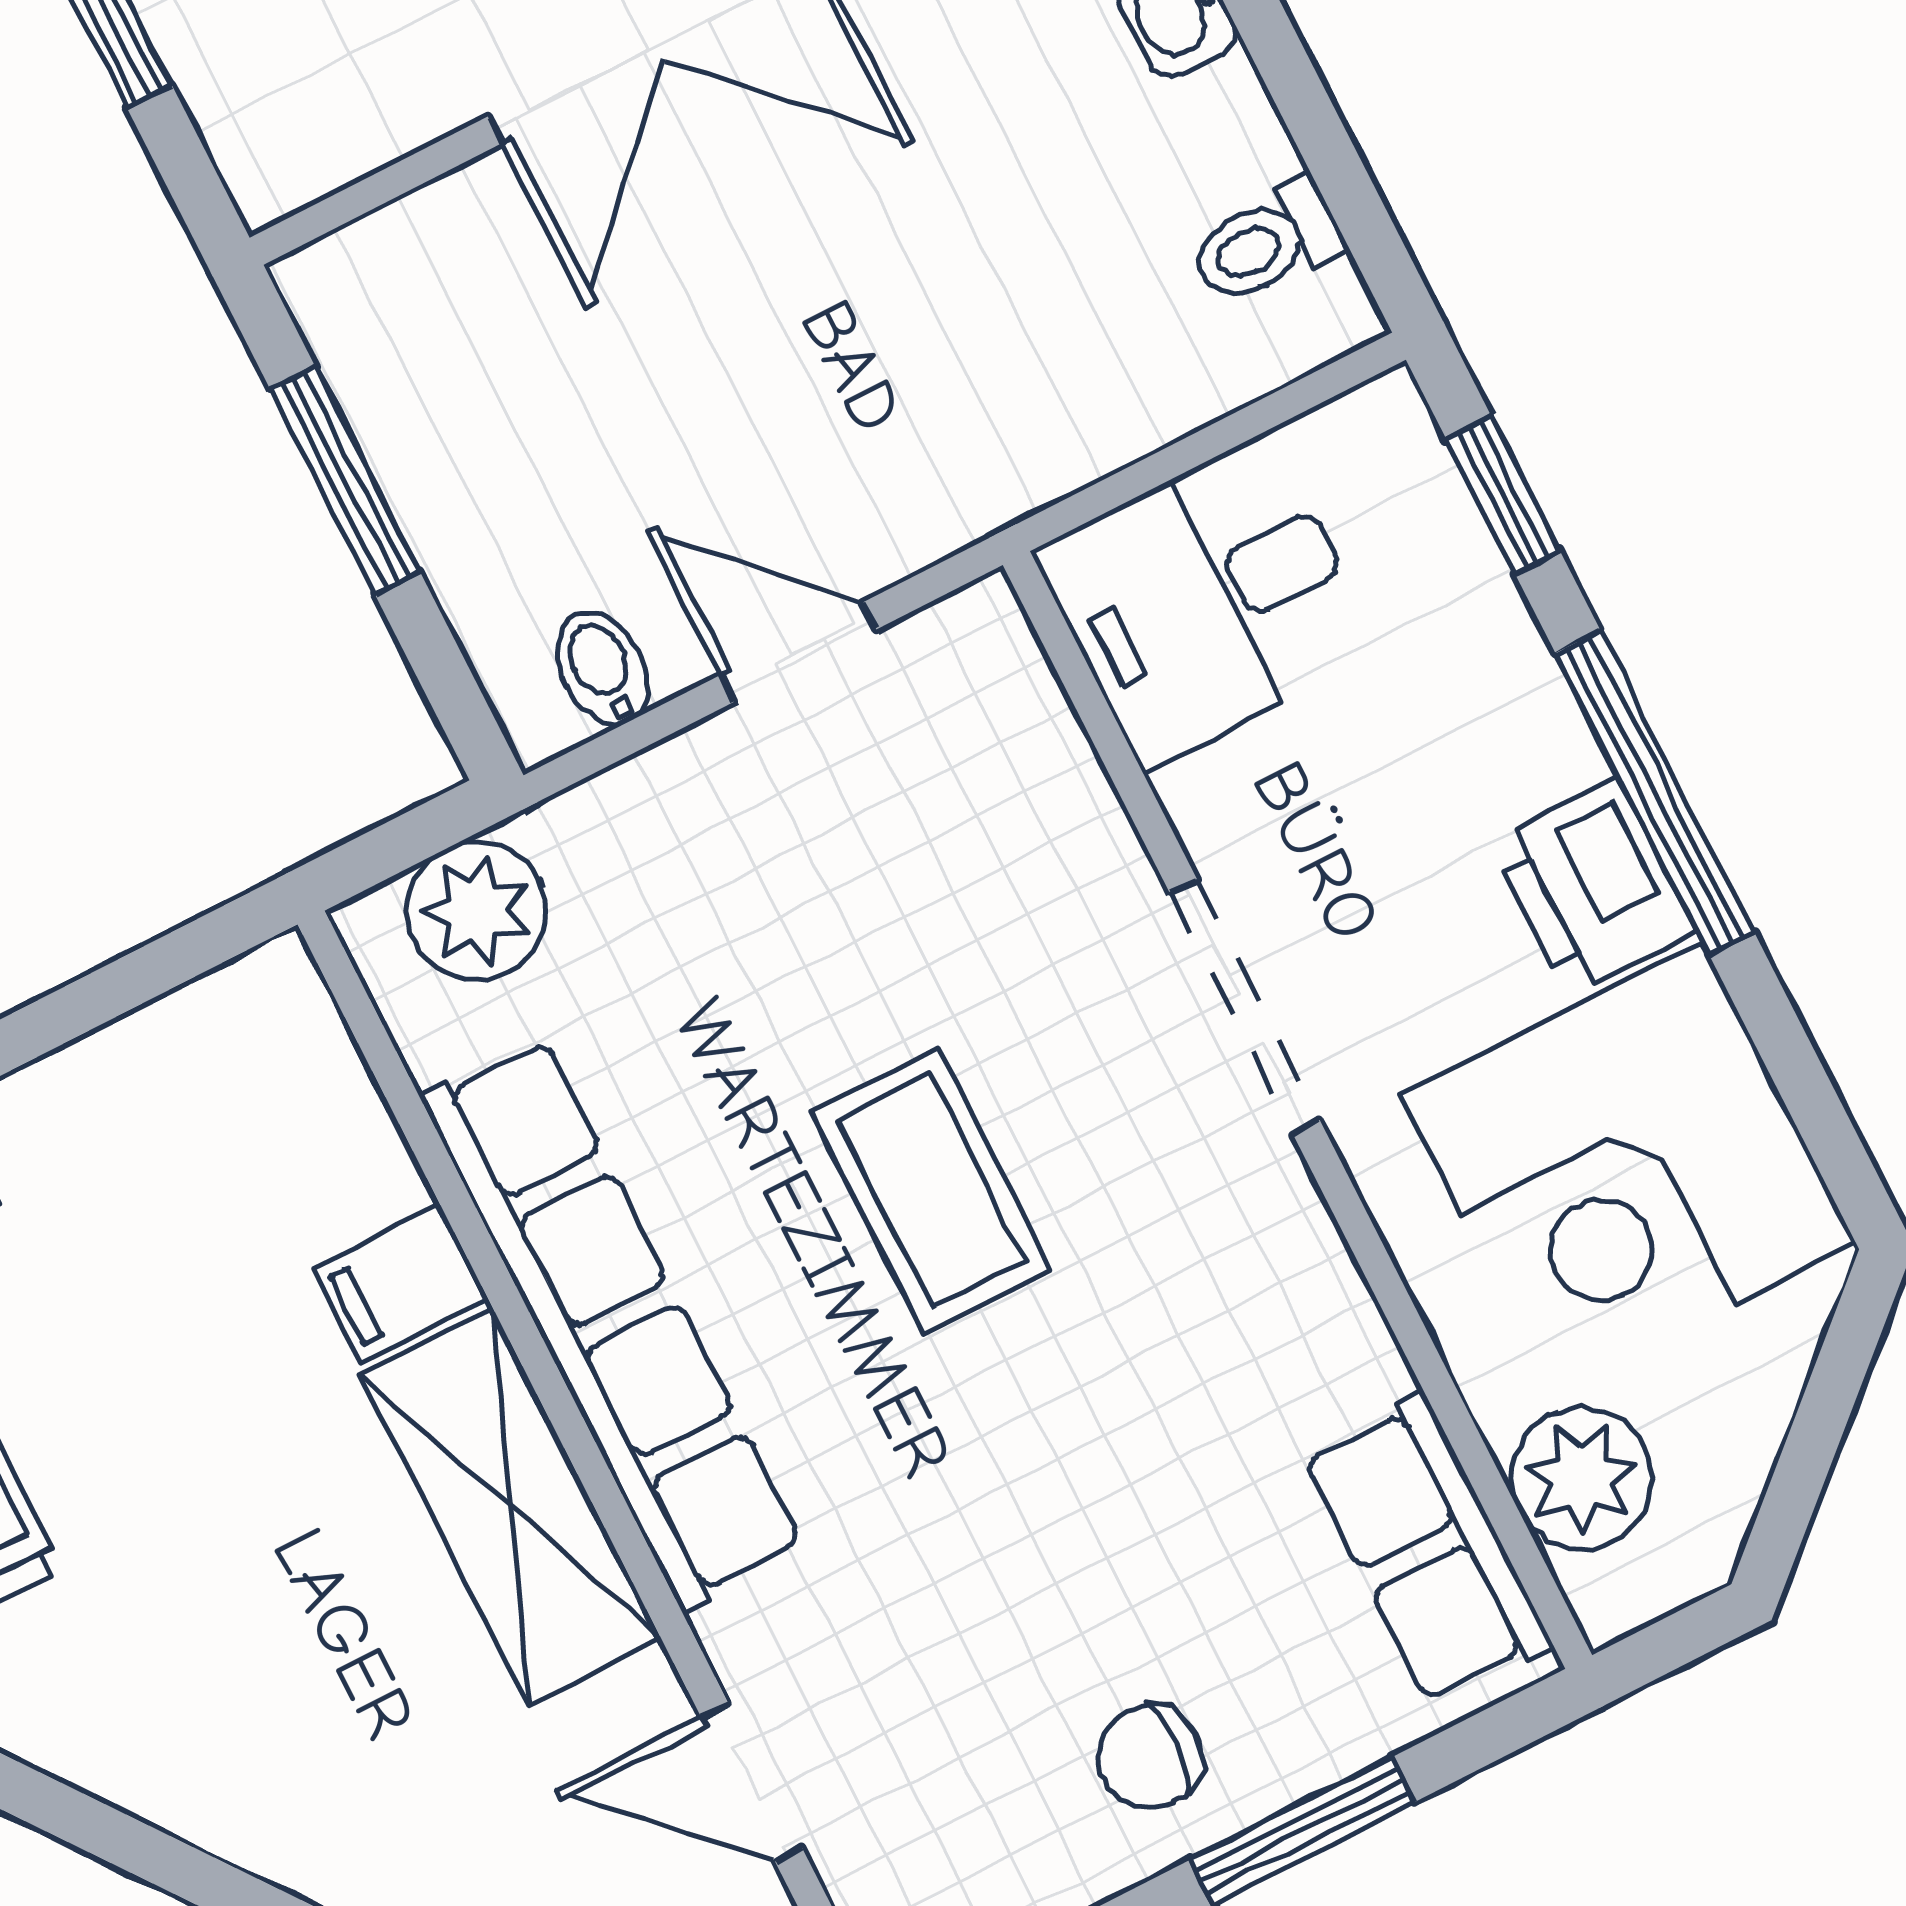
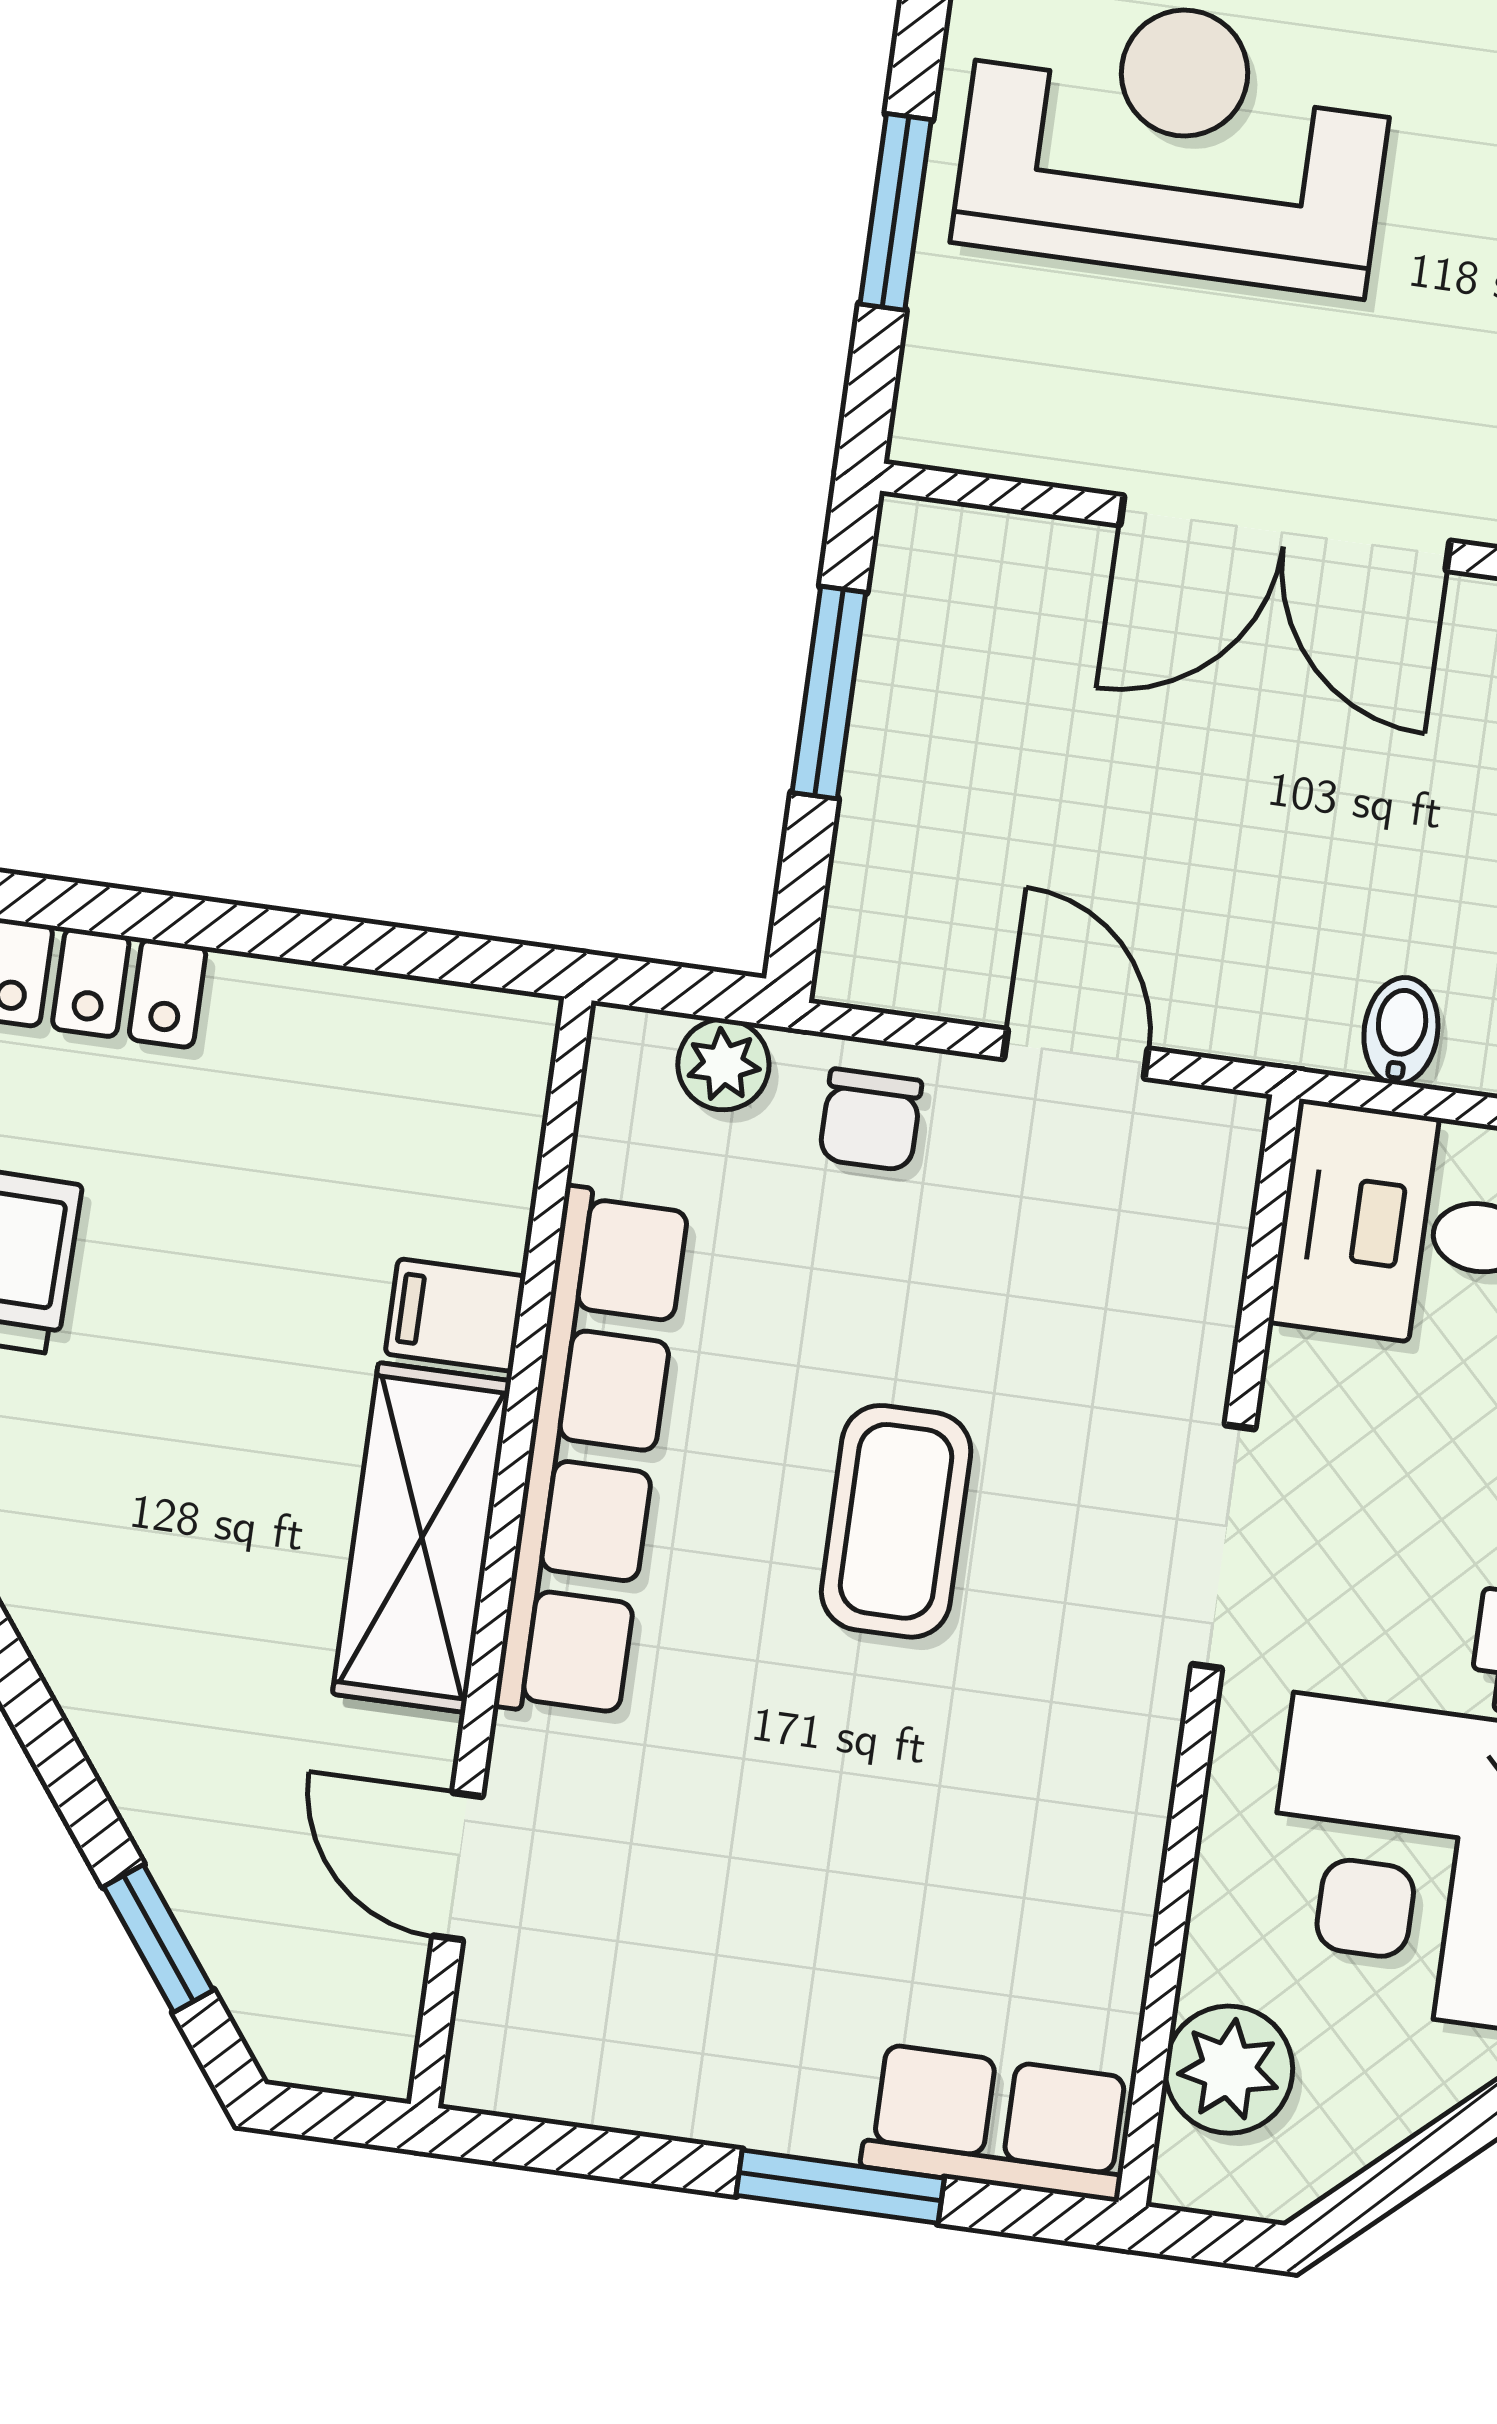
bidet: (603, 668) -> (1401, 1031), moved
plant: (477, 911) -> (723, 1064), width x0.73, depth x0.73
row of seats: (1427, 1550) -> (998, 2123), moved, turned 90
chair: (1150, 1757) -> (870, 1120), moved, turned -90

